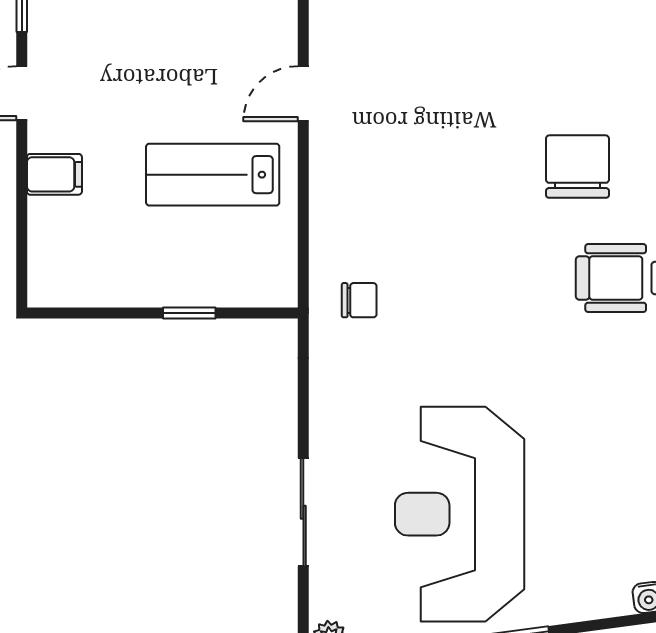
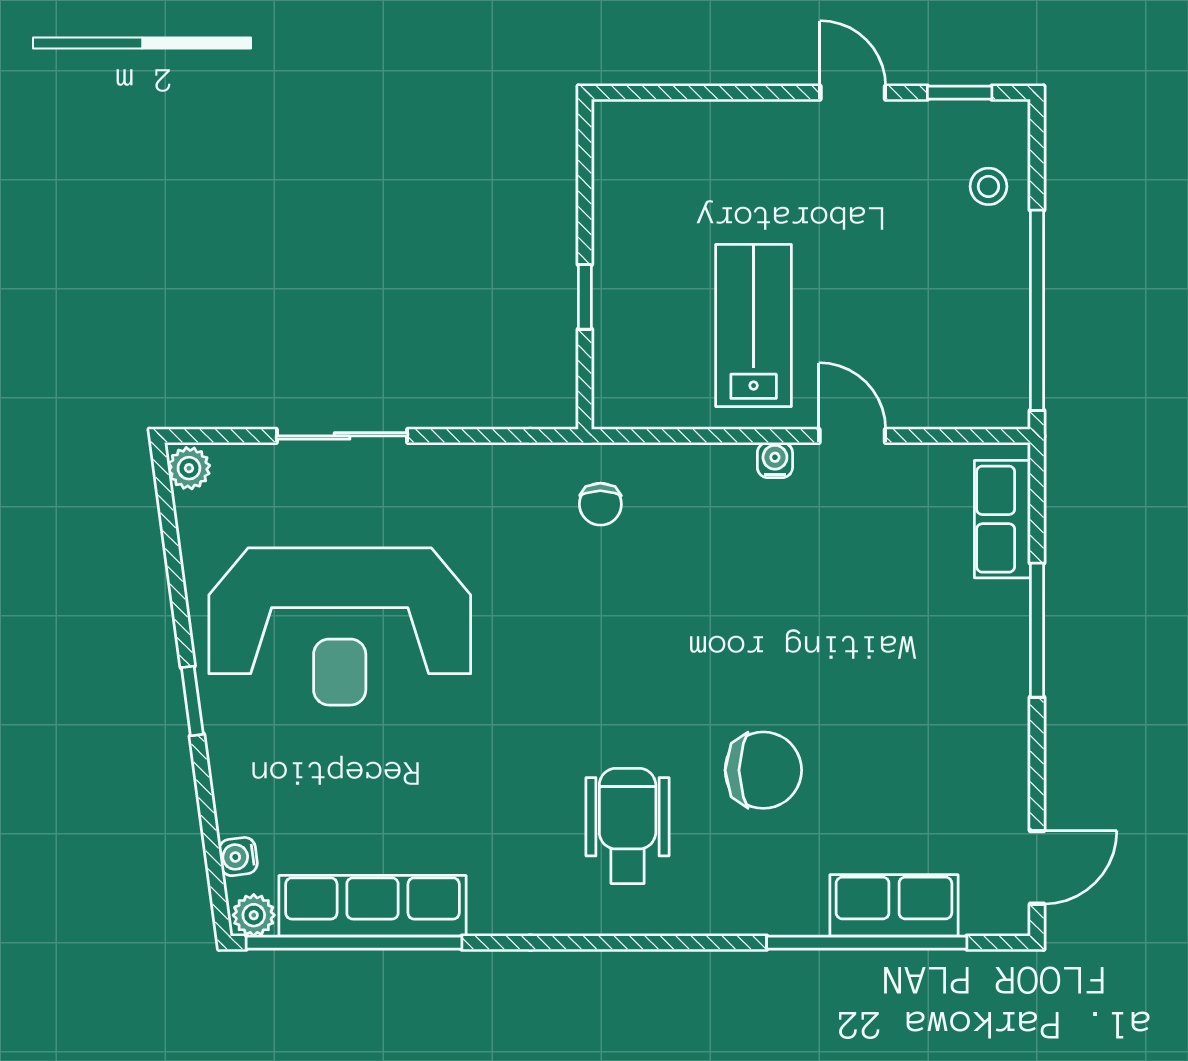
water cooler: (323, 157) -> (775, 460), added
filing cabinet: (54, 174) -> (754, 133), removed
reception desk: (460, 514) -> (340, 626), turned 180

